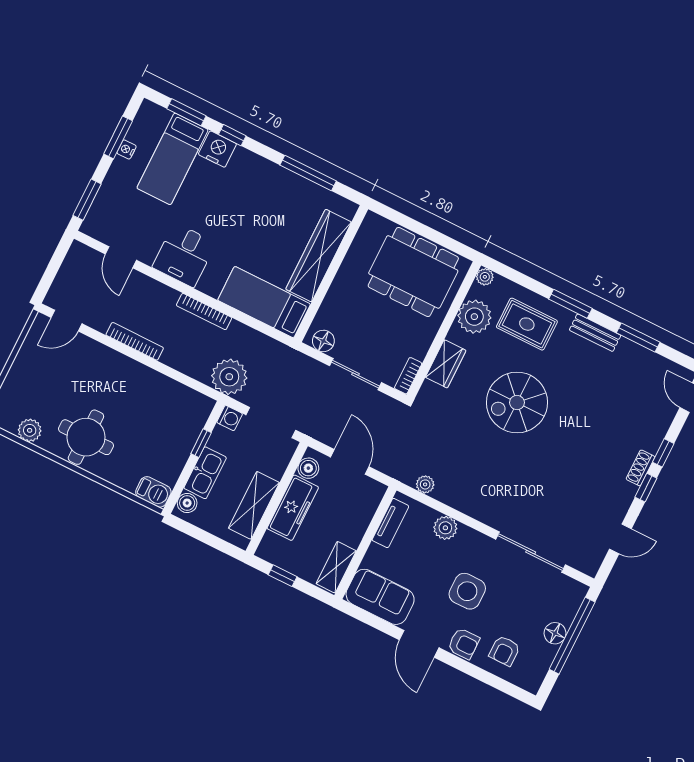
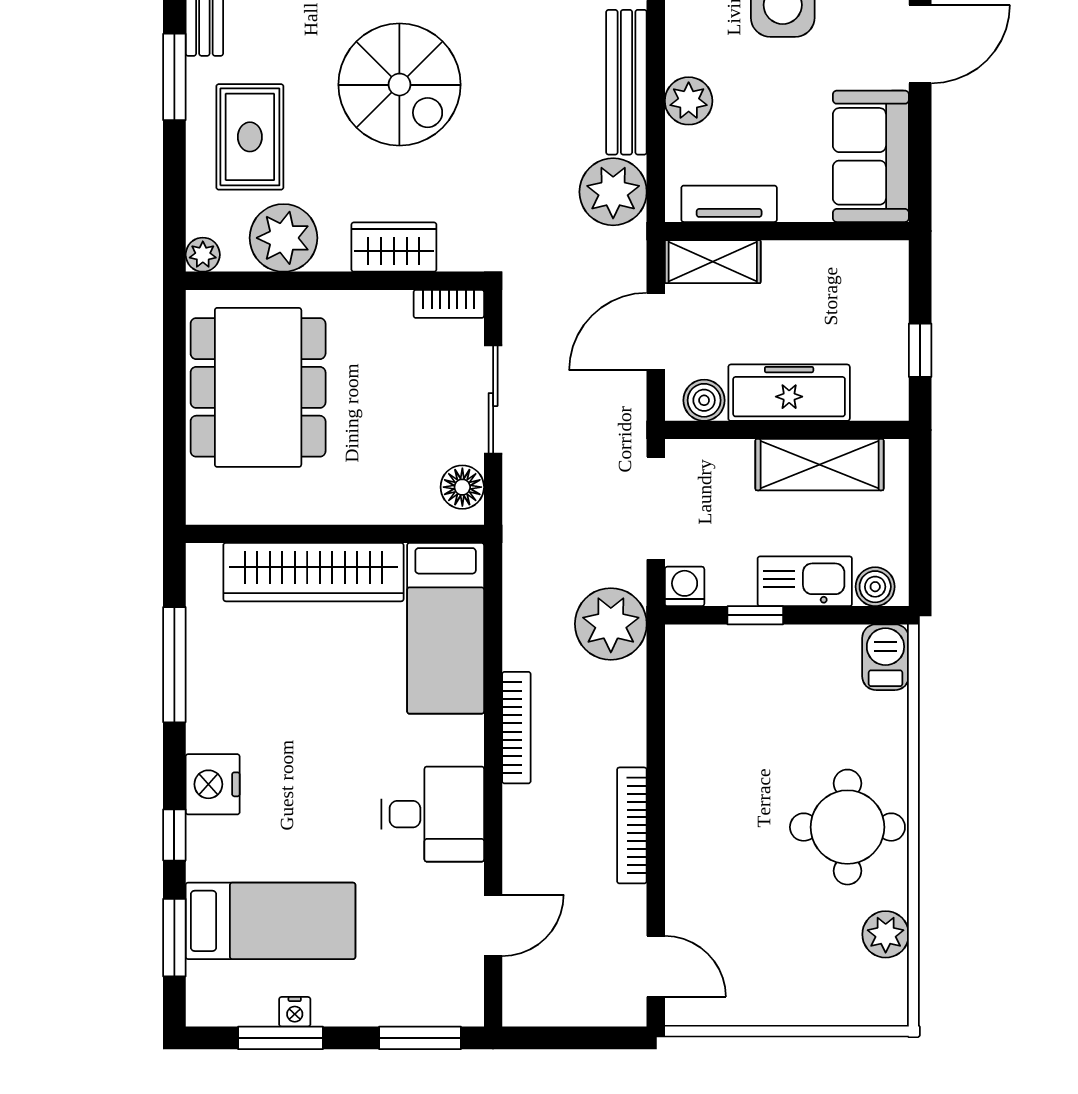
nightstand: (217, 149) -> (213, 784), moved
plant: (425, 484) -> (613, 192), width x1.87, depth x1.87
bench: (468, 504) -> (626, 82), added
shelving: (336, 567) -> (713, 262), moved

